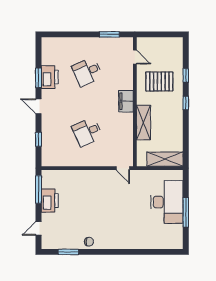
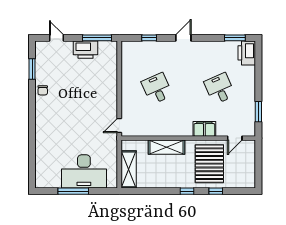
printer: (50, 77) -> (247, 53), moved, turned 90
window: (39, 78) -> (235, 38), moved
pallet: (159, 81) -> (209, 164), width x1.37, depth x1.41
filing cabinet: (126, 101) -> (204, 129), moved

